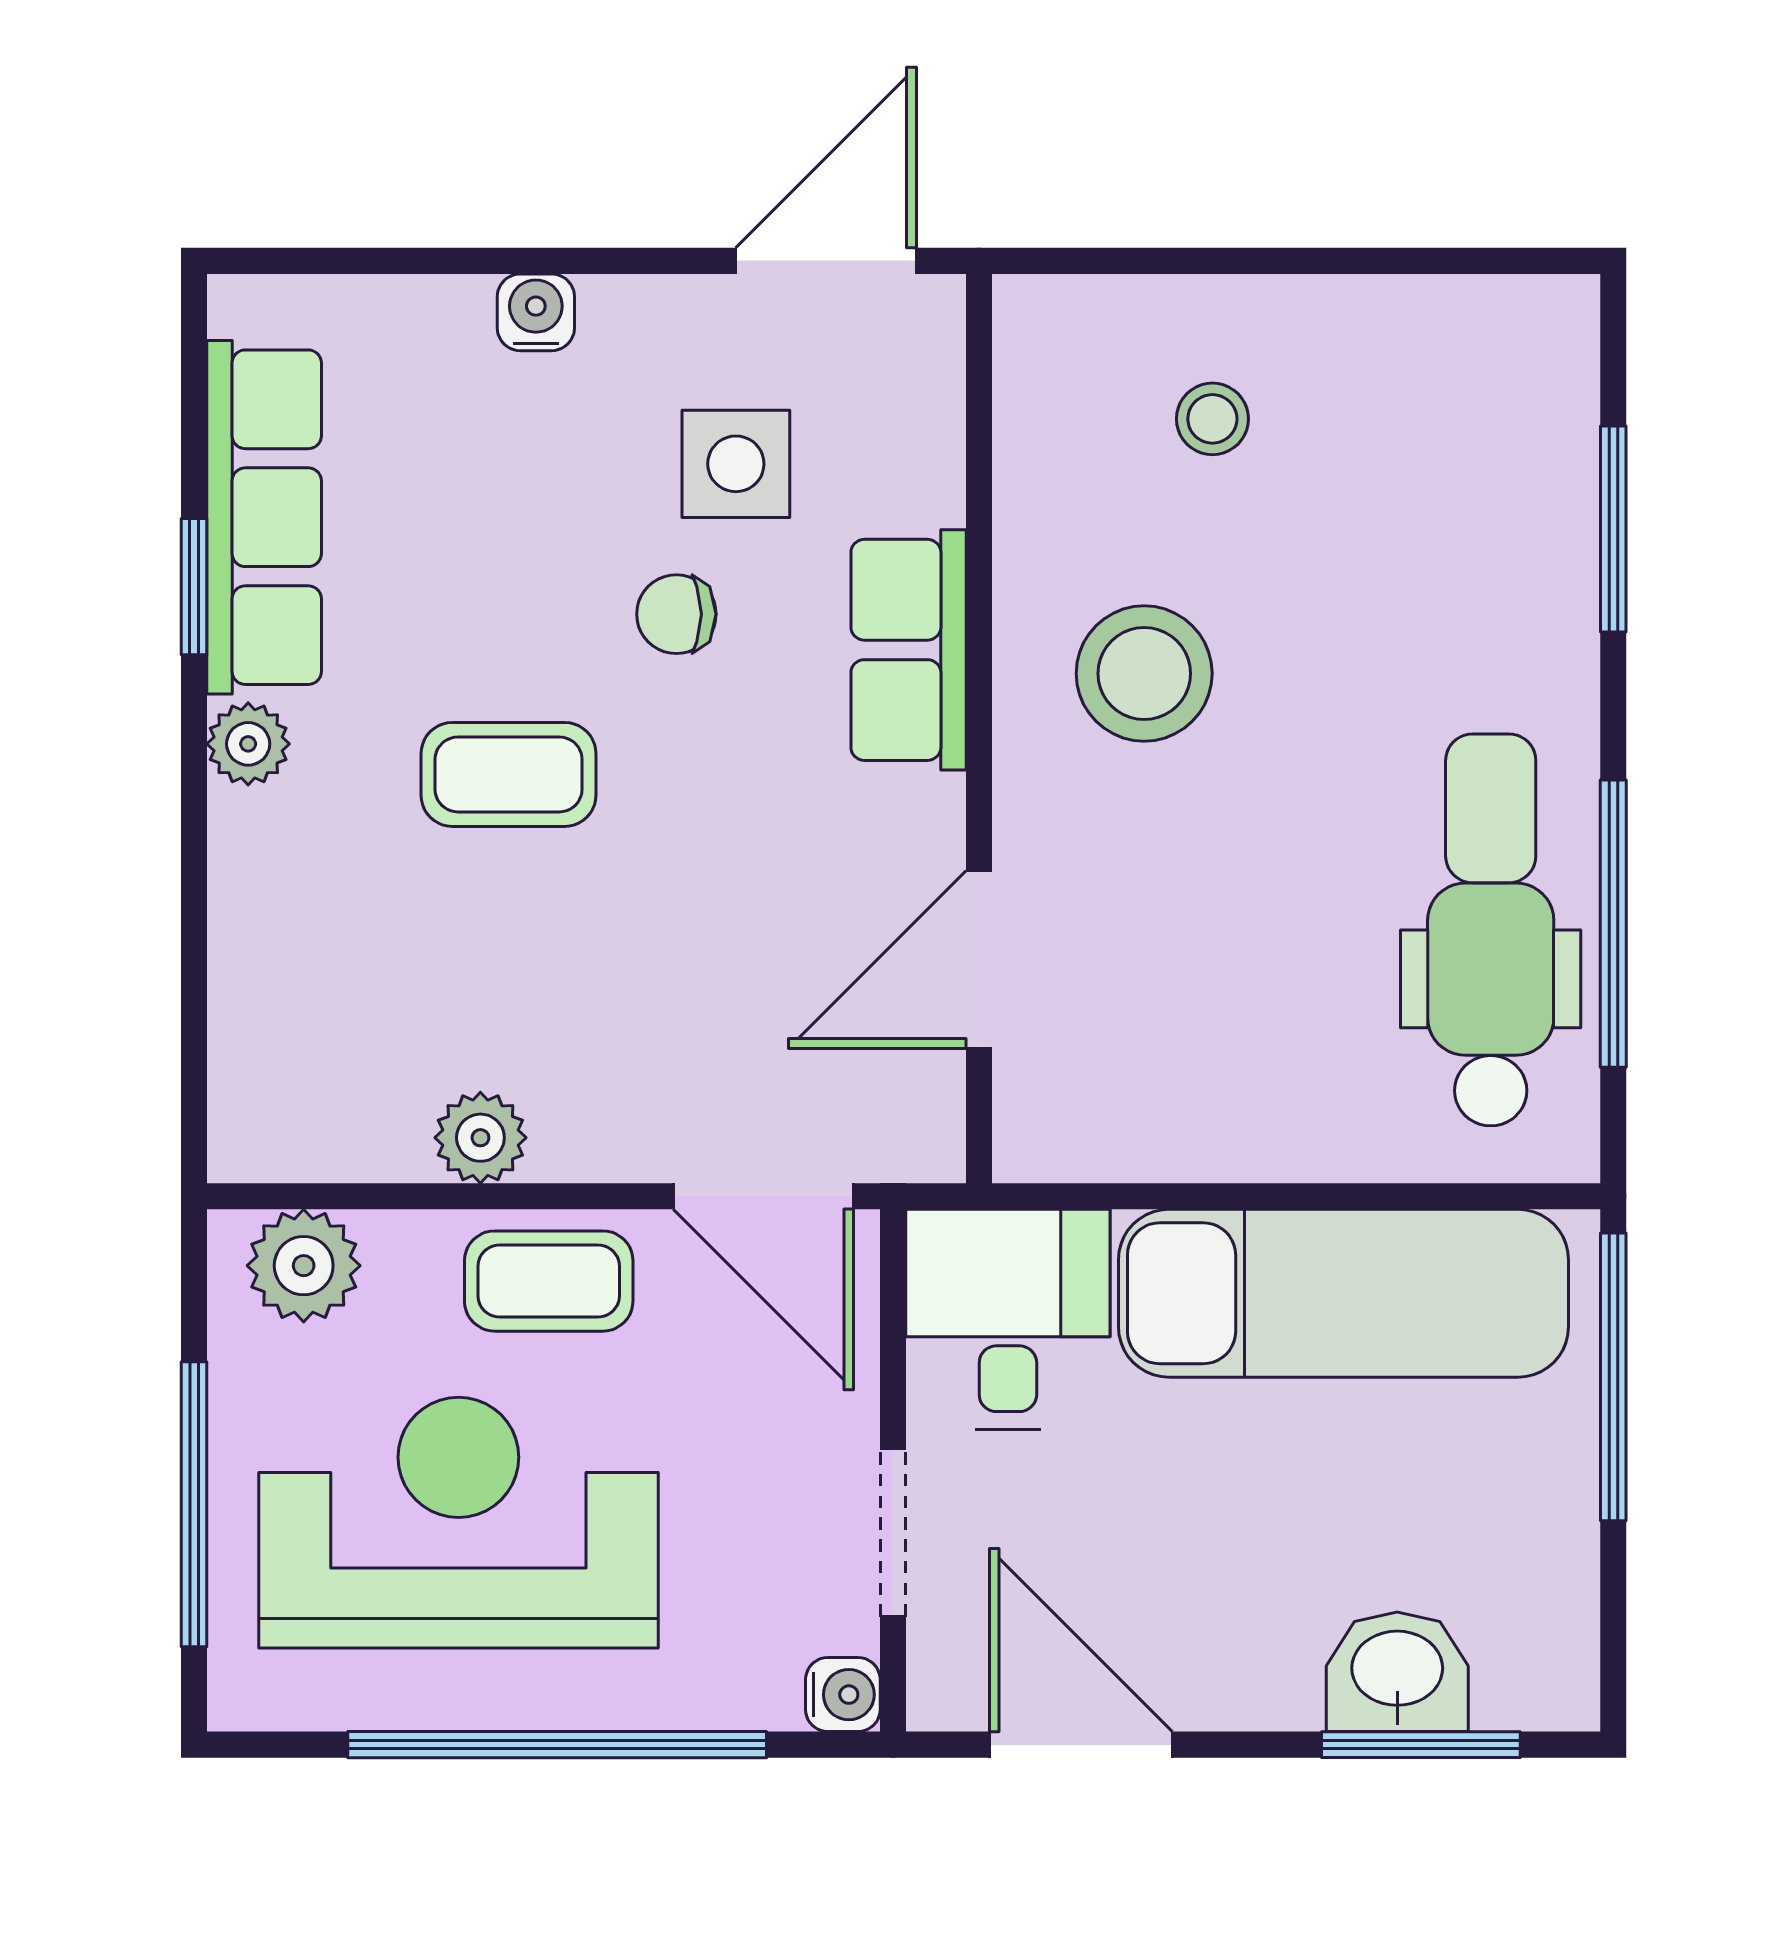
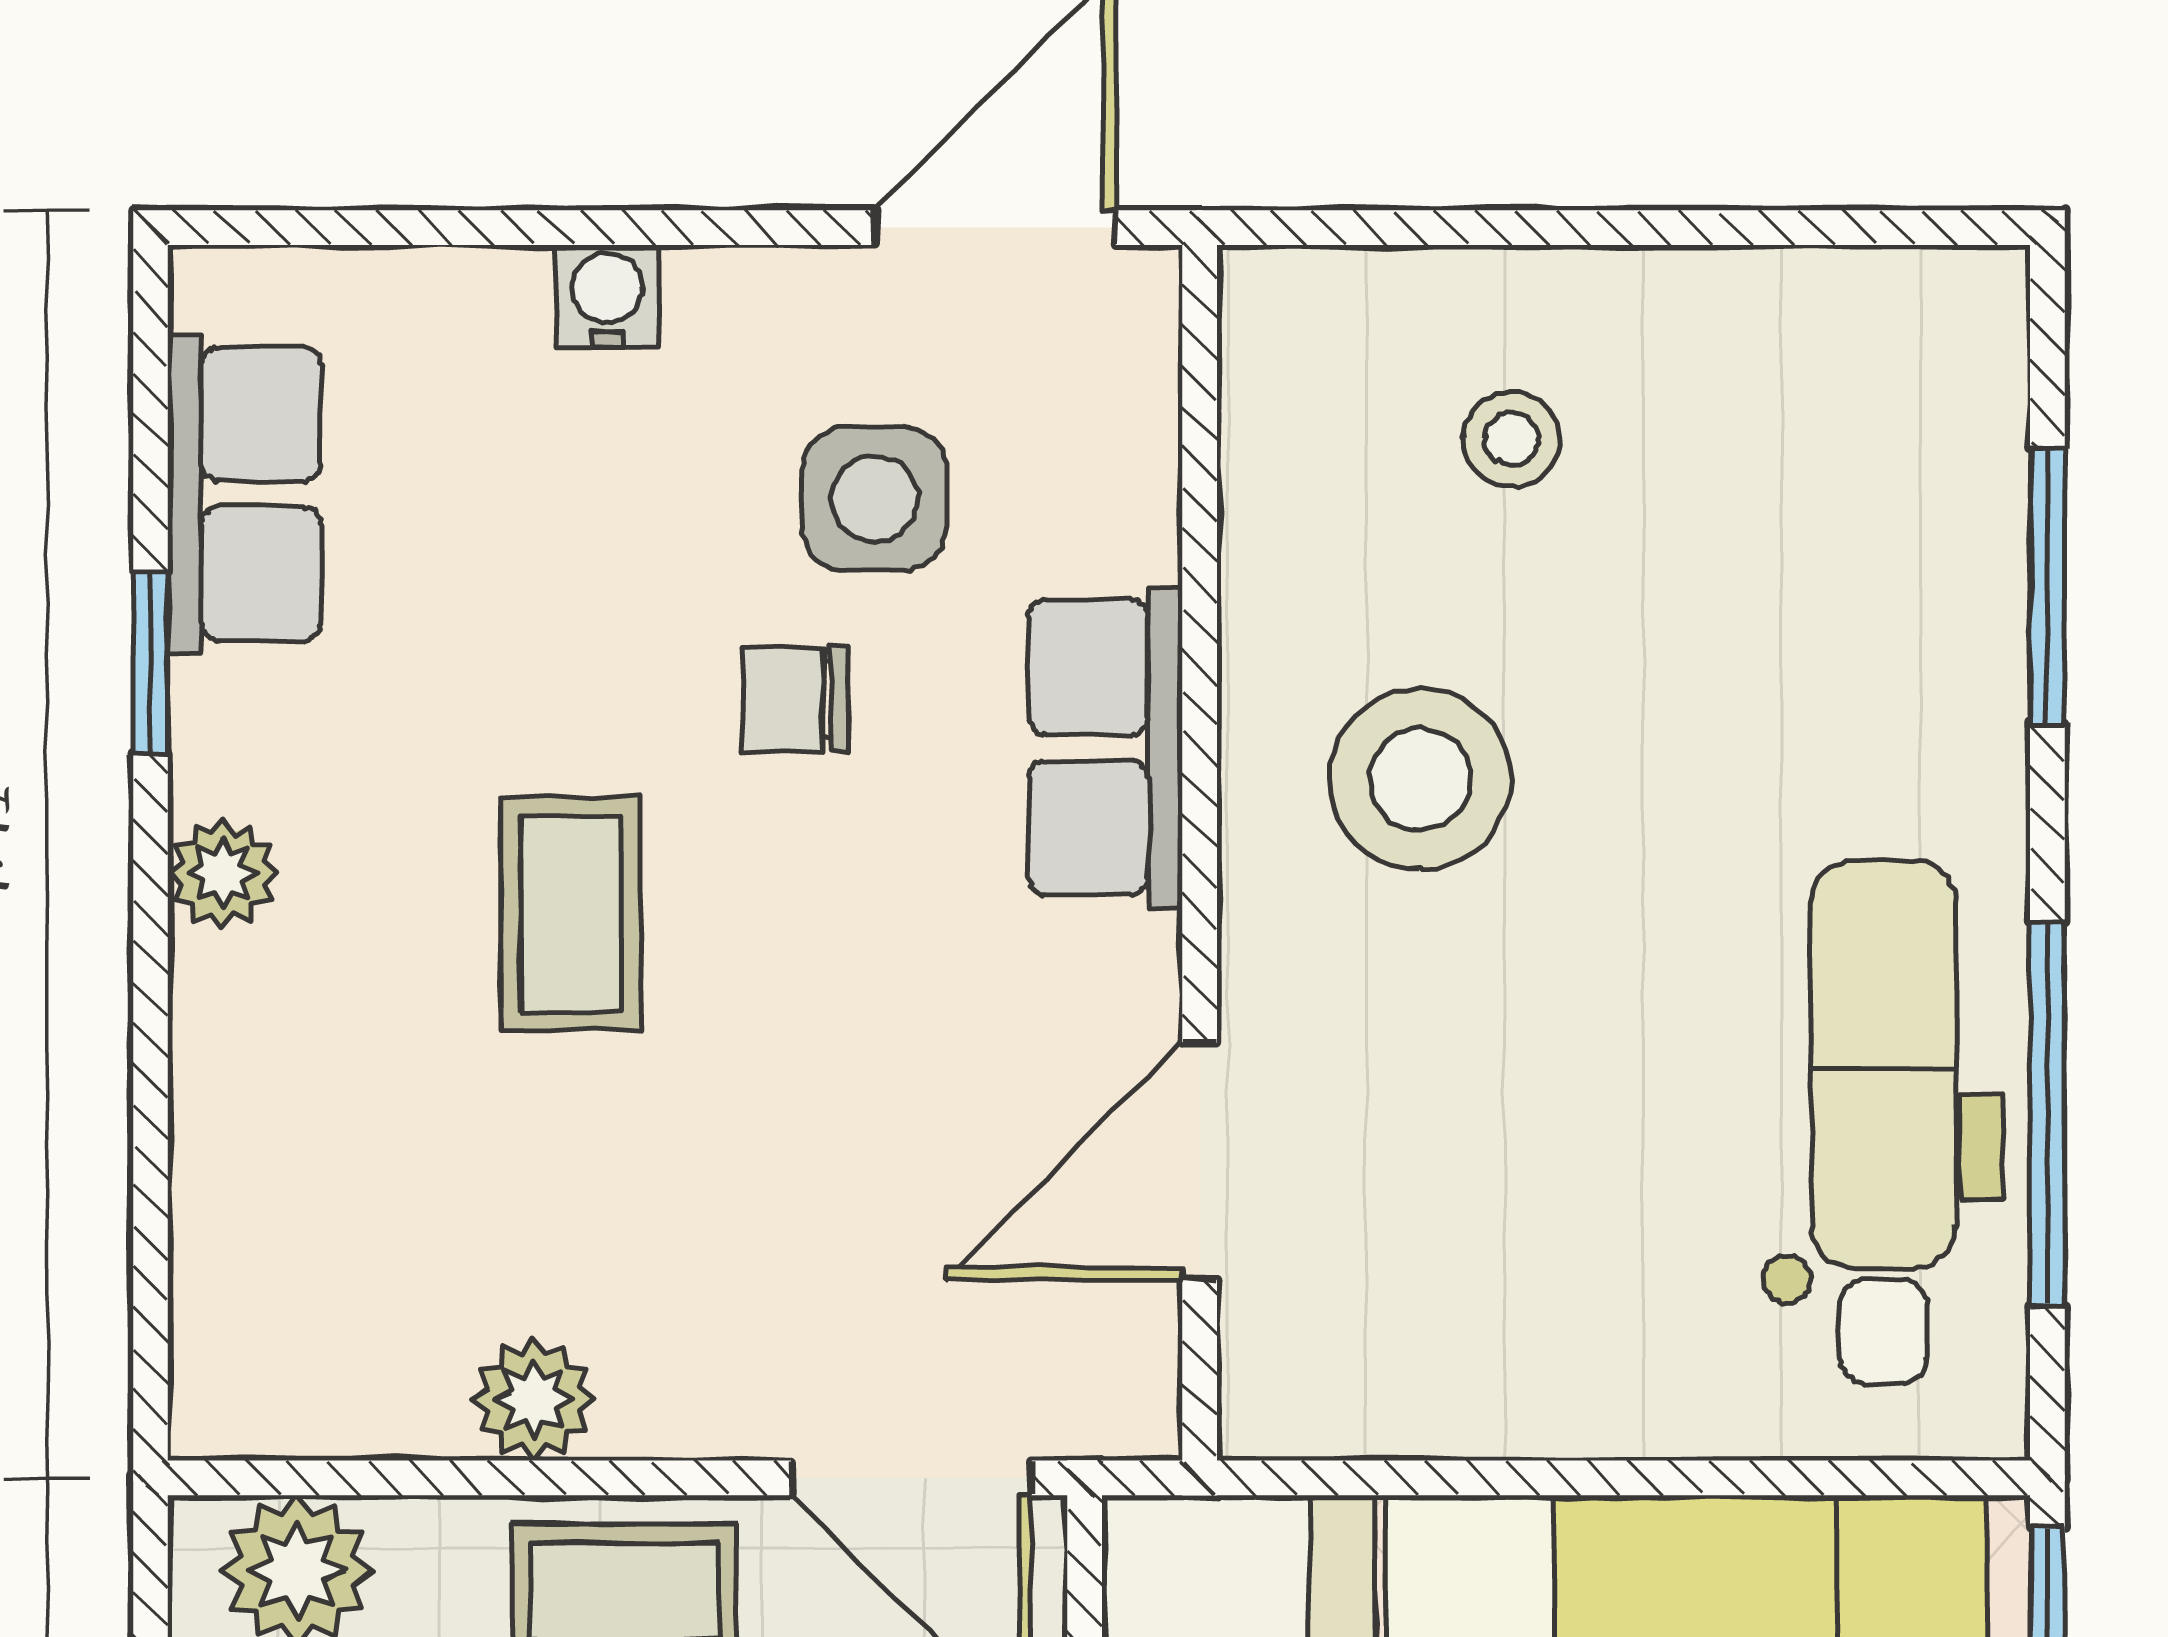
row of seats: (264, 517) -> (244, 494), width x0.68
coffee table: (509, 774) -> (571, 914), turned 90

